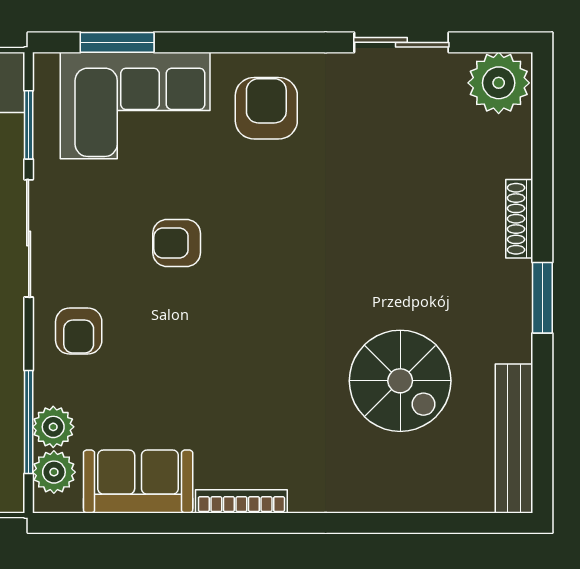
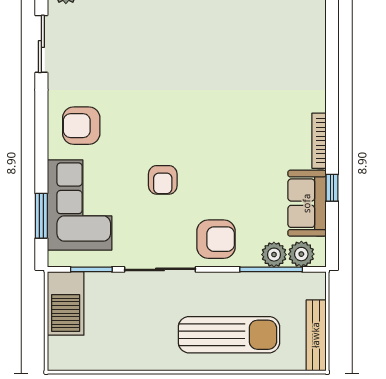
armchair: (79, 331) -> (216, 239), width x1.38, depth x1.38
spiral stairs: (400, 381) -> (246, 45), removed
window: (164, 523) -> (332, 188), added

